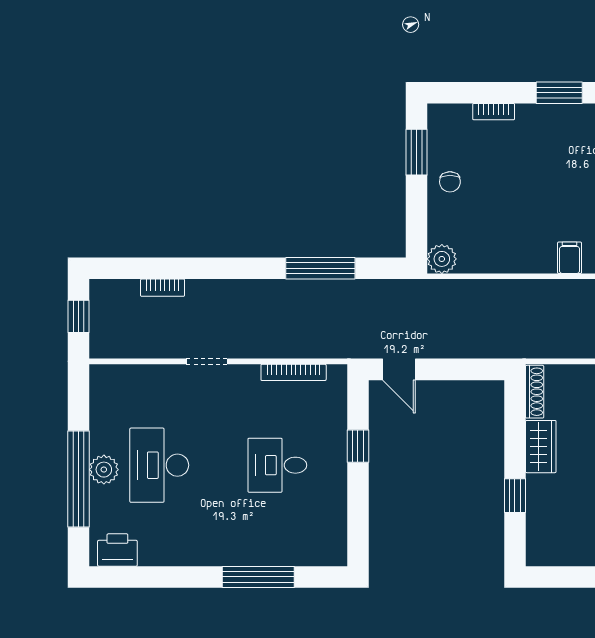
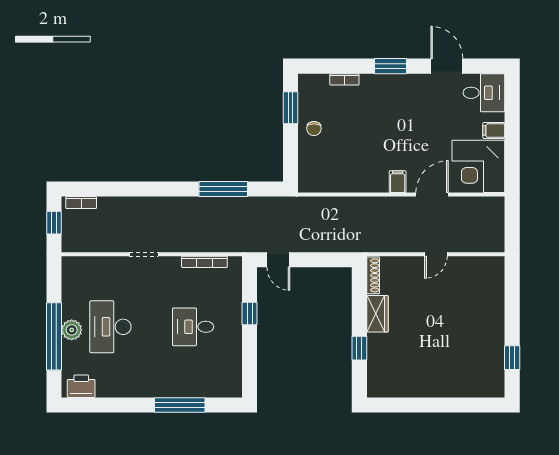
plant: (442, 259) -> (308, 182), removed
bookcase: (163, 288) -> (81, 203), moved

